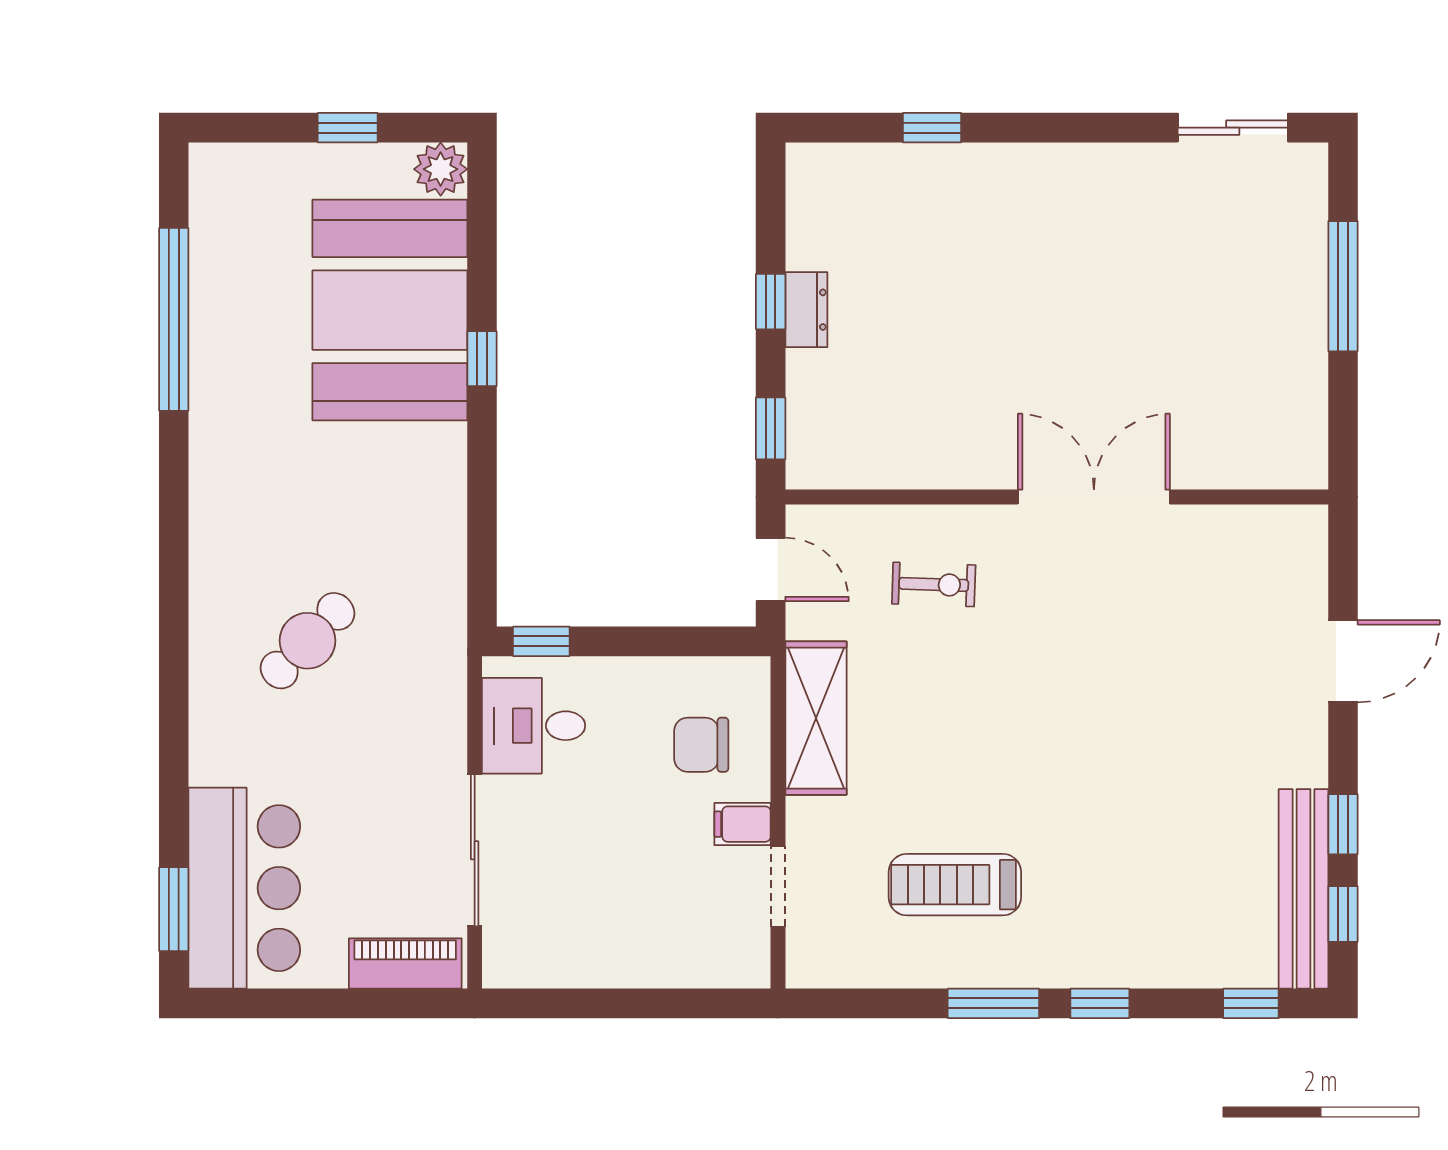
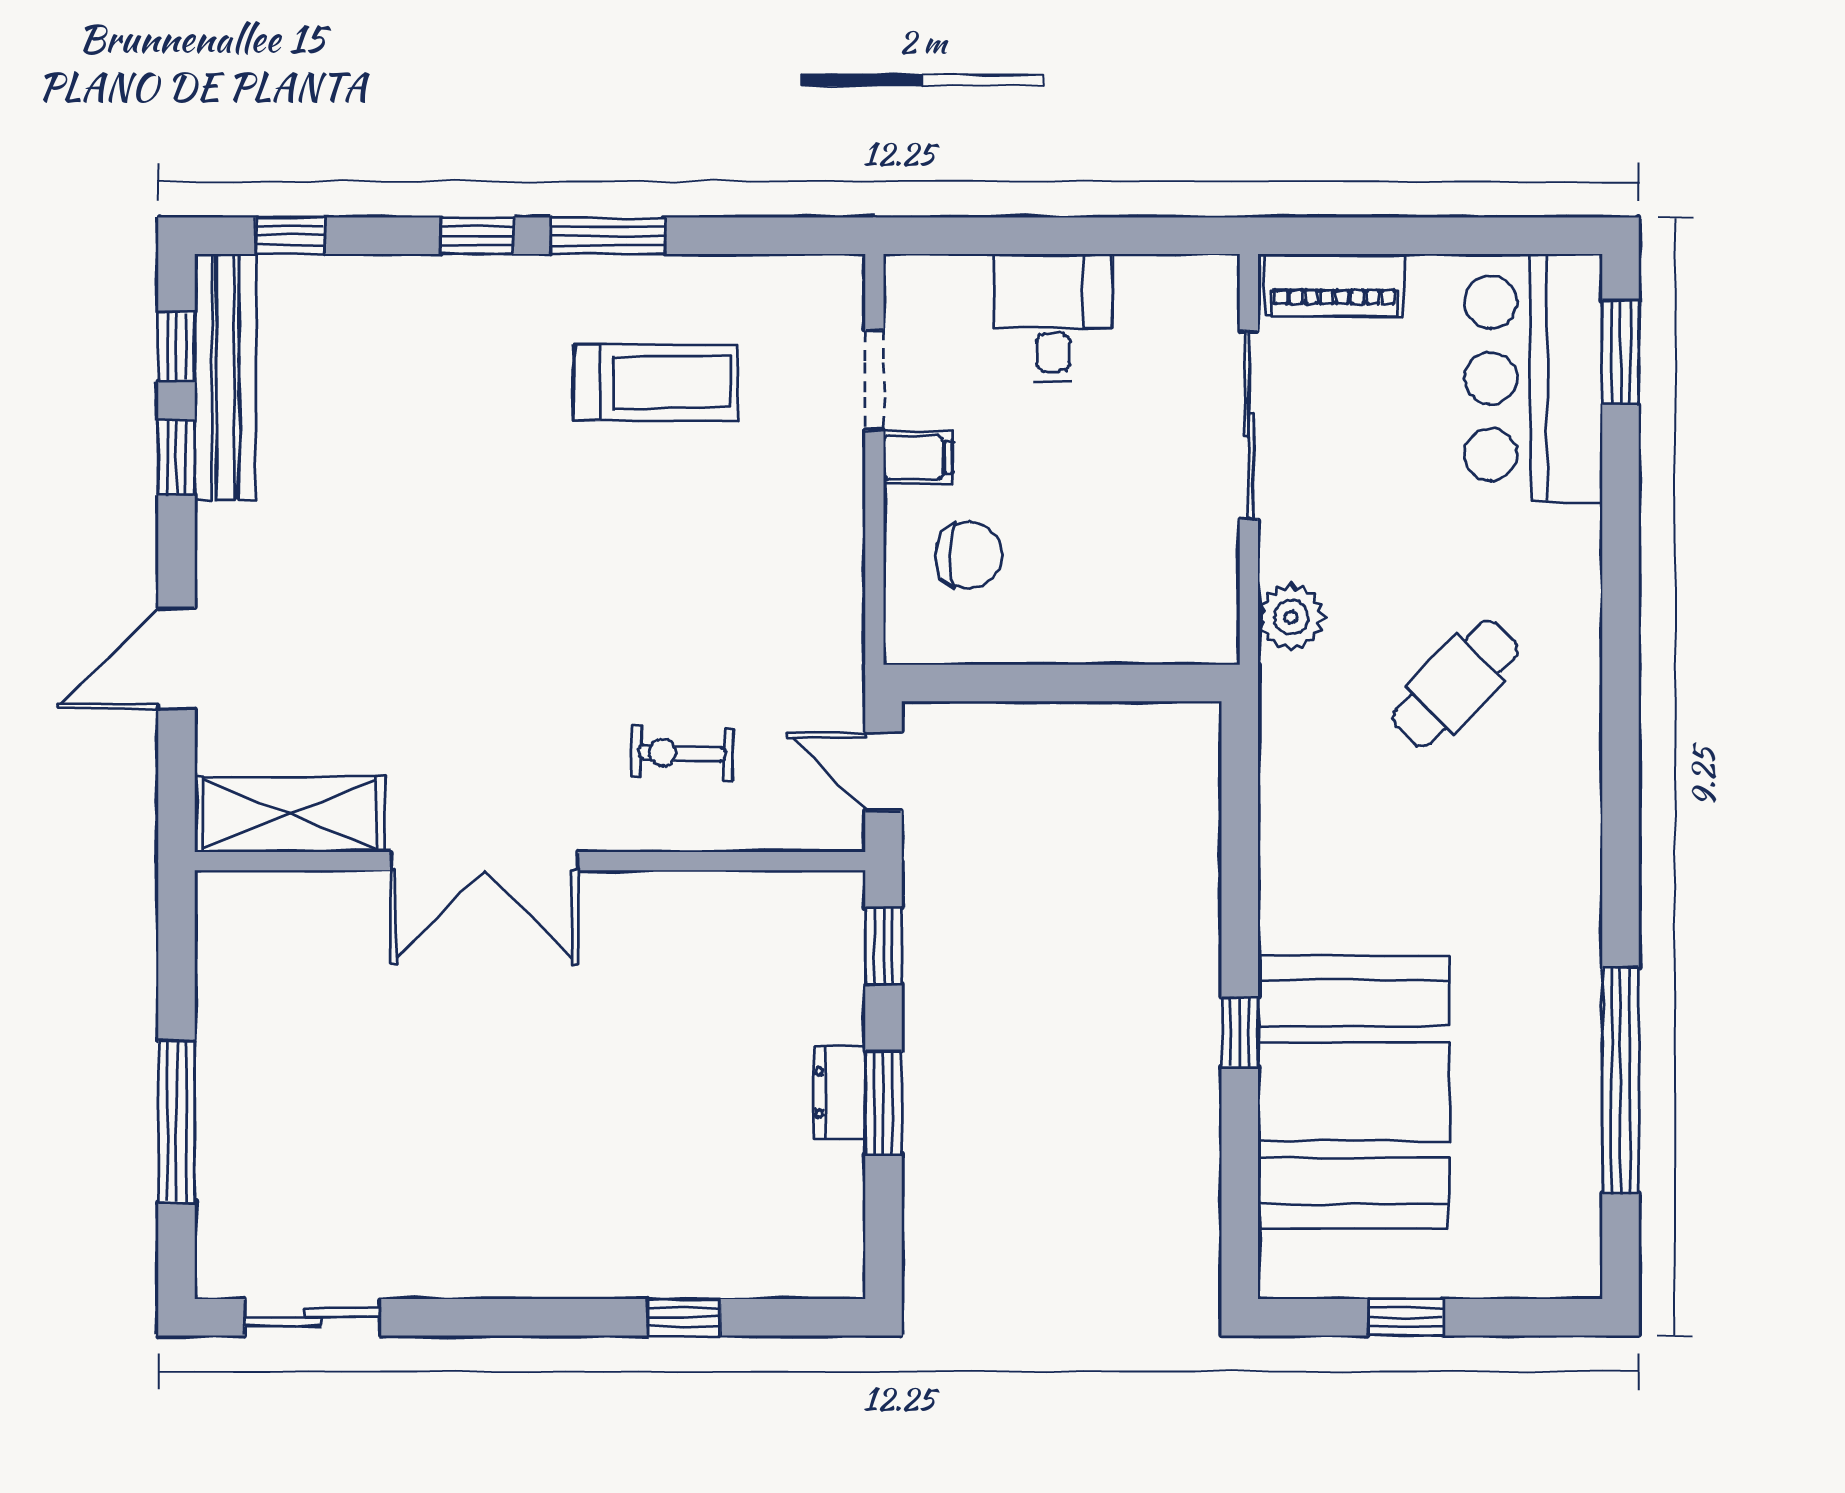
plant: (441, 169) -> (1291, 617), moved
window: (771, 302) -> (883, 1103), width x1.50
window: (541, 641) -> (1167, 683), removed
shelving: (816, 718) -> (289, 814), moved, turned 90
desk: (534, 726) -> (1053, 318), moved, turned -90

